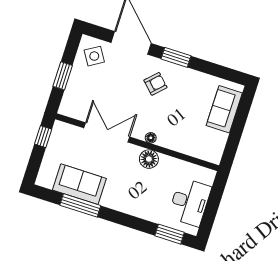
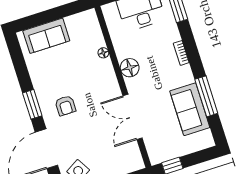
armchair: (155, 84) -> (65, 106), turned -135
floor lamp: (151, 138) -> (103, 53), moved
bookcase: (131, 210) -> (181, 53), added

